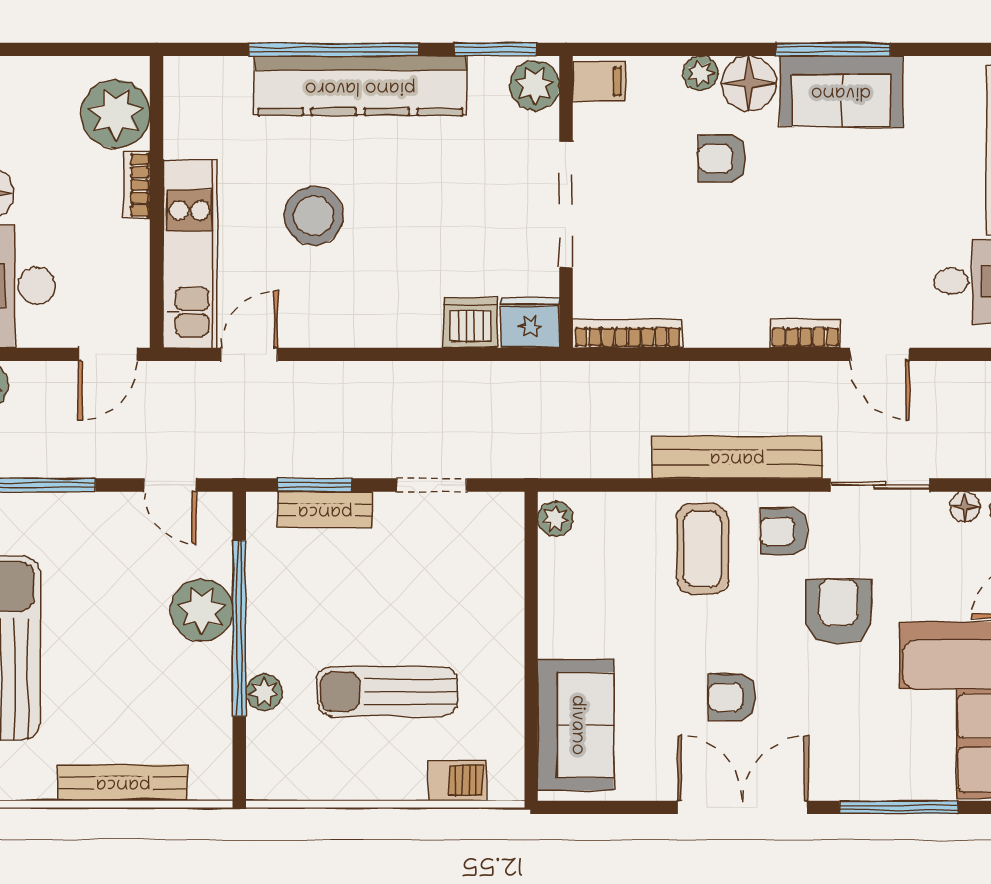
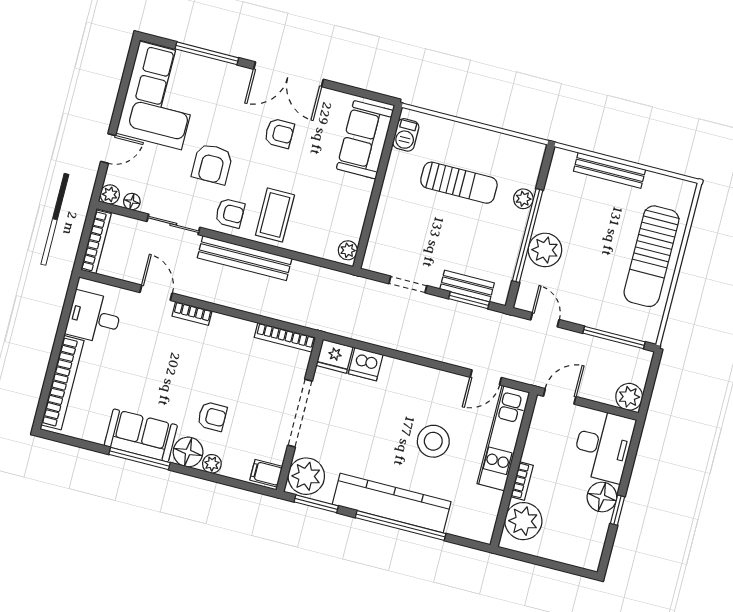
plant: (535, 86) -> (306, 476), width x1.36, depth x1.36
barbecue: (457, 781) -> (406, 135), moved, turned -90

